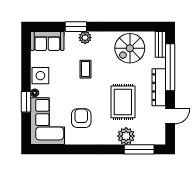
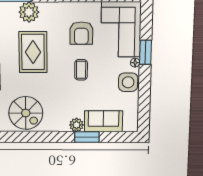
sofa: (47, 41) -> (103, 121), moved
spiral stairs: (130, 48) -> (26, 113), turned 90
coffee table: (86, 69) -> (81, 70), moved

